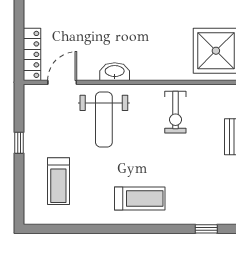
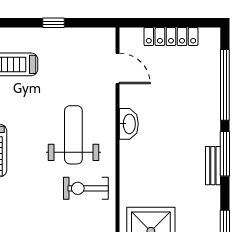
locker: (32, 54) -> (171, 37), moved
weight bench: (104, 119) -> (73, 135), moved, turned 90

